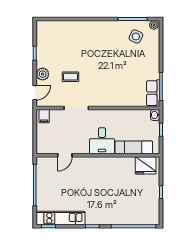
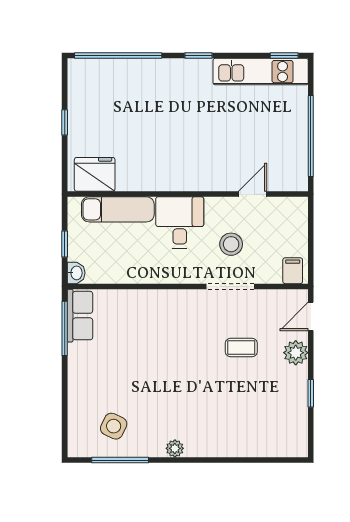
plant: (154, 25) -> (175, 448), moved
stool: (76, 130) -> (231, 244), added

